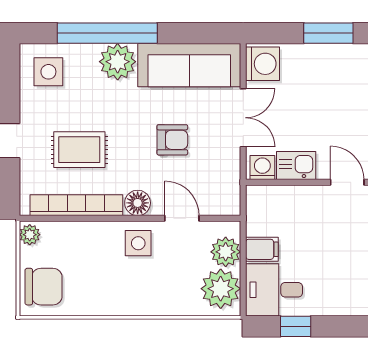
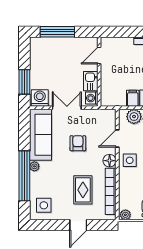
window: (328, 33) -> (24, 82), moved
plant: (118, 62) -> (34, 166), width x0.53, depth x0.53

